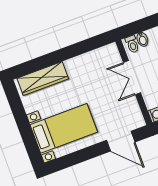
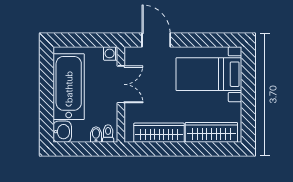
wardrobe: (88, 61) -> (159, 133), added
double door: (132, 78) -> (121, 84), moved

